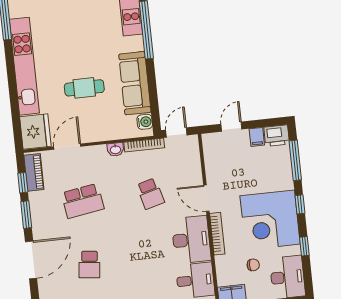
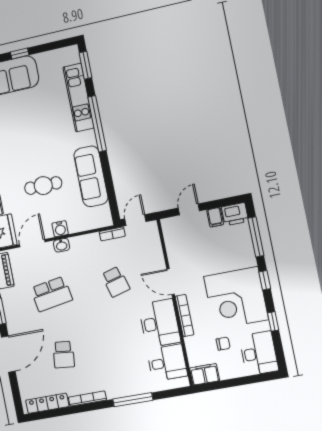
water cooler: (145, 122) -> (60, 229), moved, turned 90
bookcase: (144, 145) -> (112, 234), width x0.64
washbasin: (115, 149) -> (62, 245), moved

